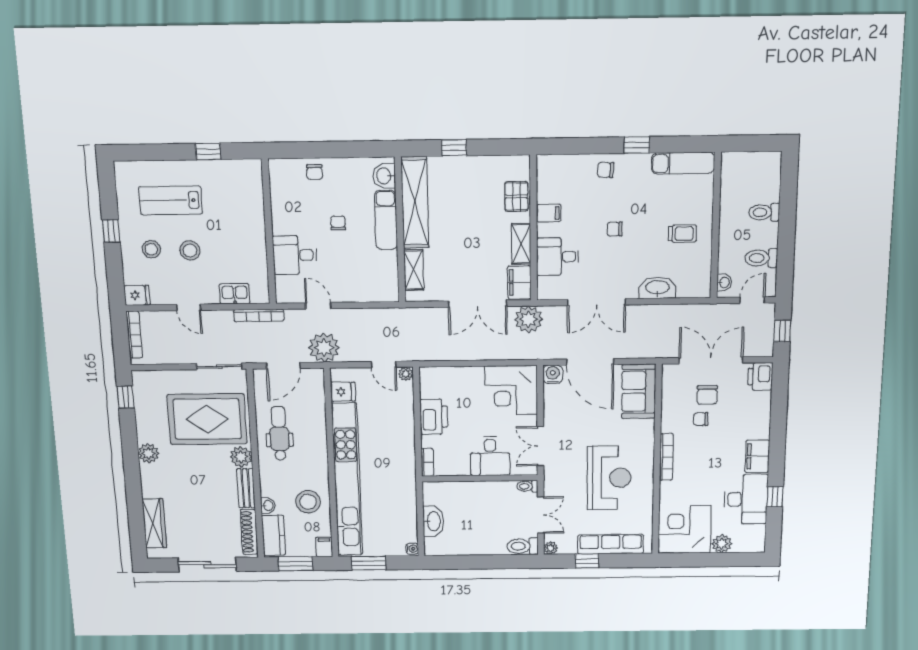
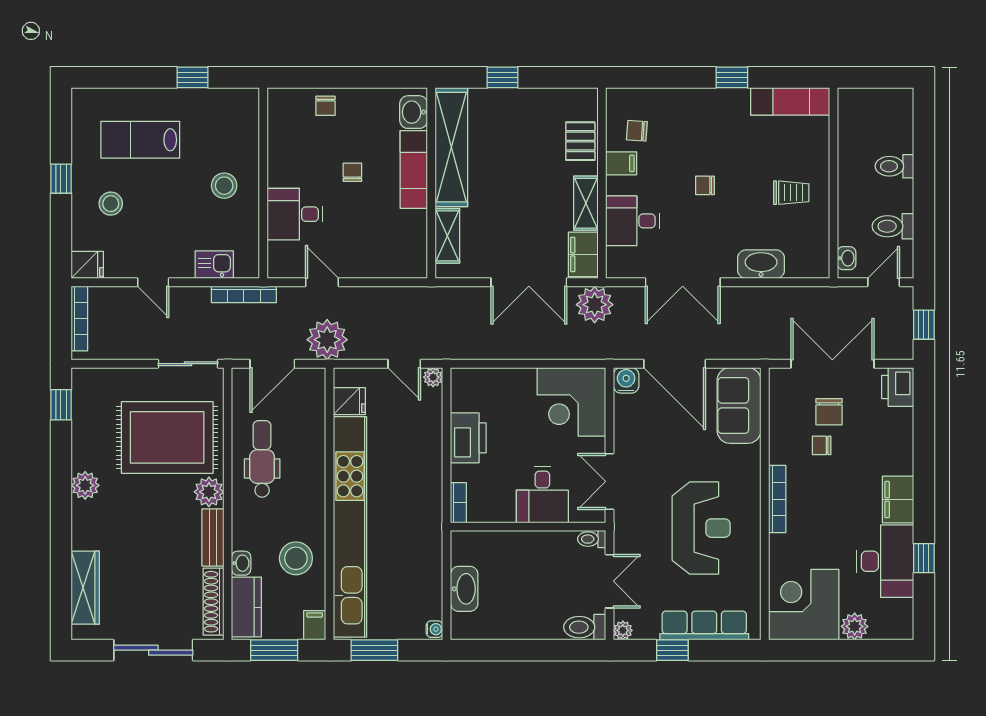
chair: (606, 170) -> (637, 131), moved
stool: (190, 251) -> (224, 186), moved

